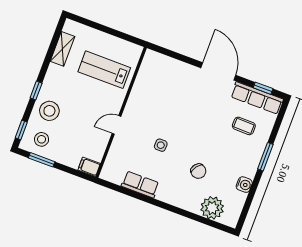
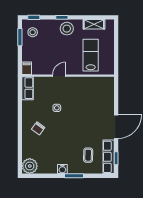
stool: (49, 111) -> (67, 29), moved
door: (116, 125) -> (59, 76), hinge flipped
chair: (198, 171) -> (38, 128), moved
row of seats: (140, 185) -> (27, 88), moved
water cooler: (244, 185) -> (62, 169), moved
plant: (212, 208) -> (30, 166), moved

